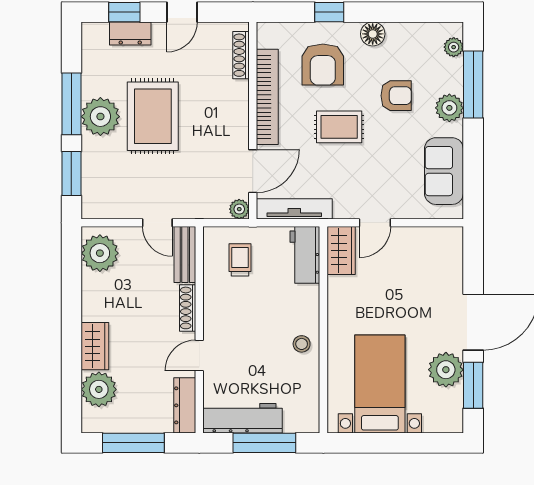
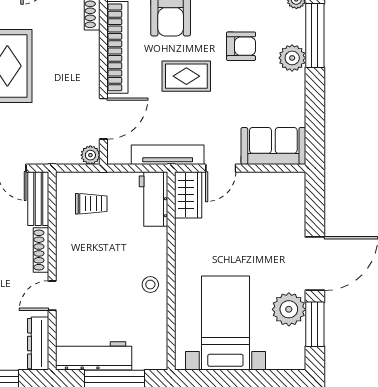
sofa: (444, 171) -> (273, 146), moved, turned 90
tv unit: (294, 209) -> (168, 155), moved
trolley: (240, 260) -> (91, 204), turned 90

